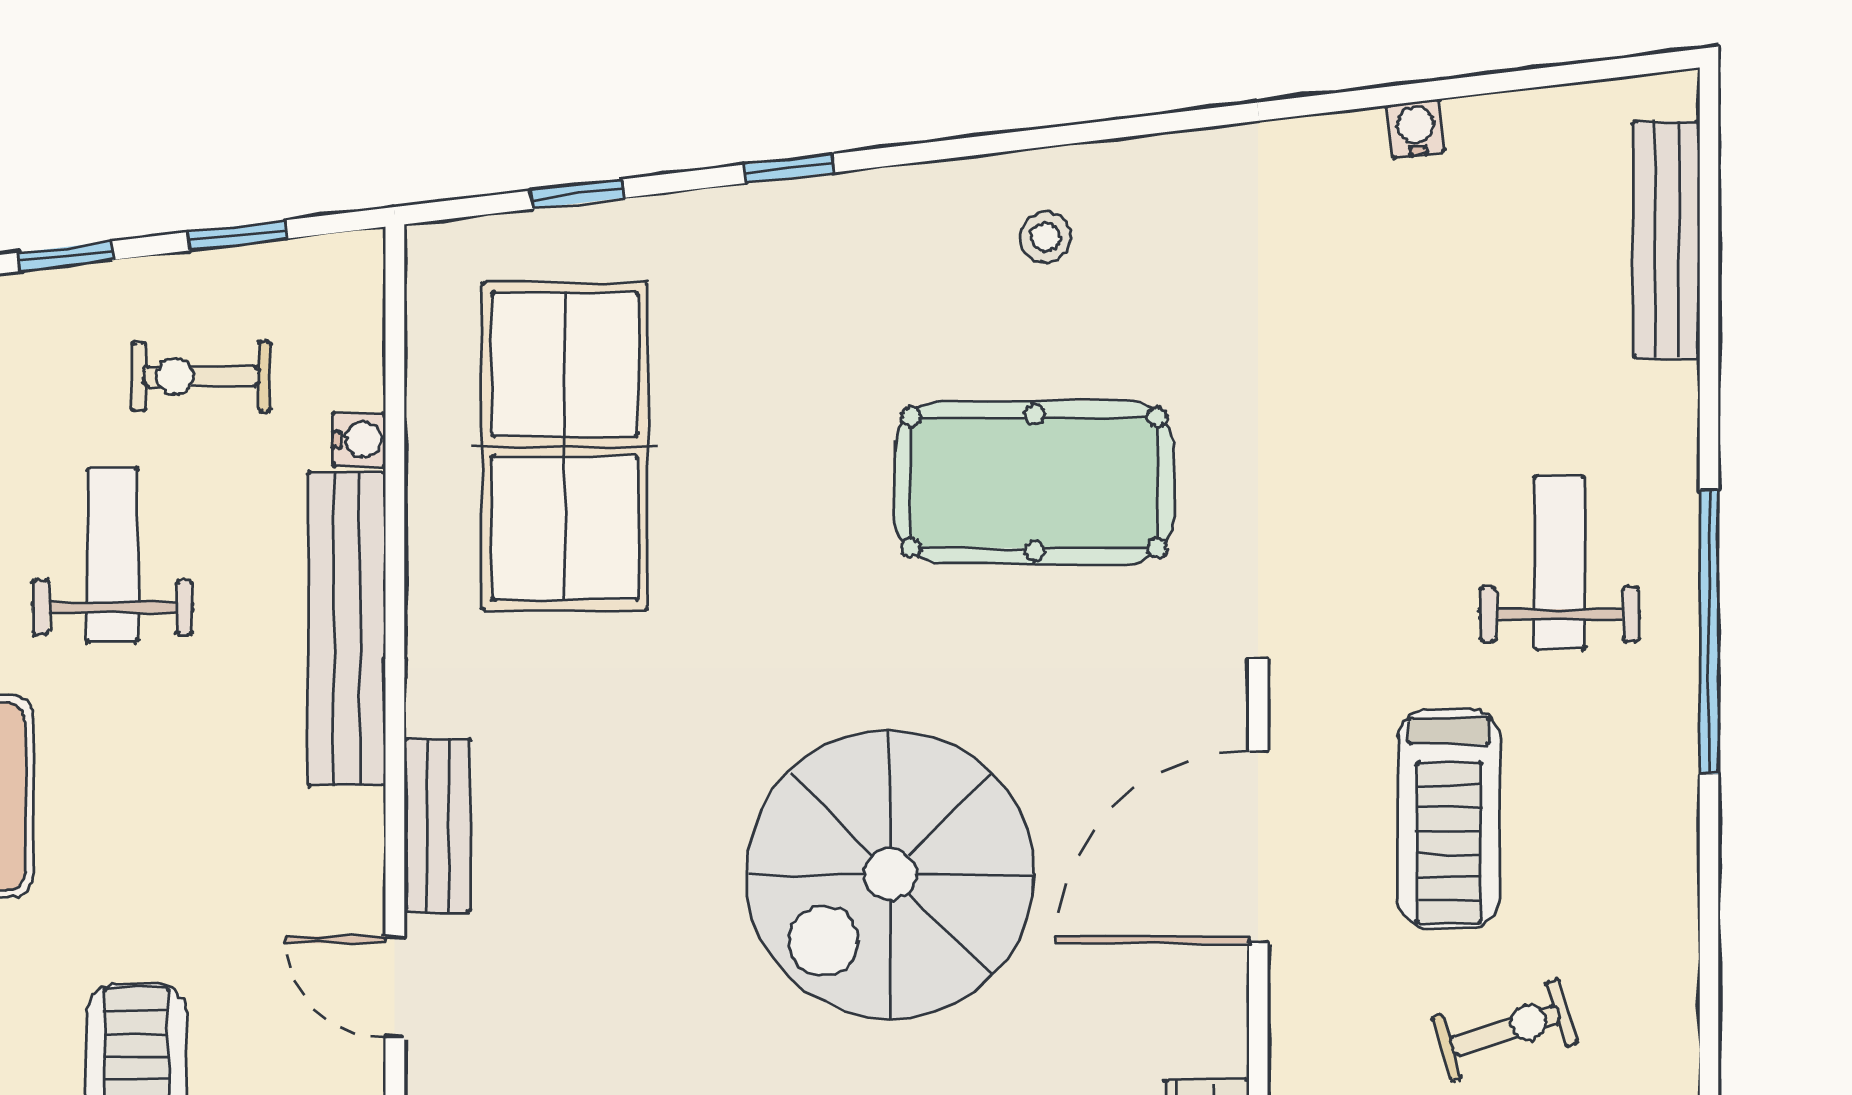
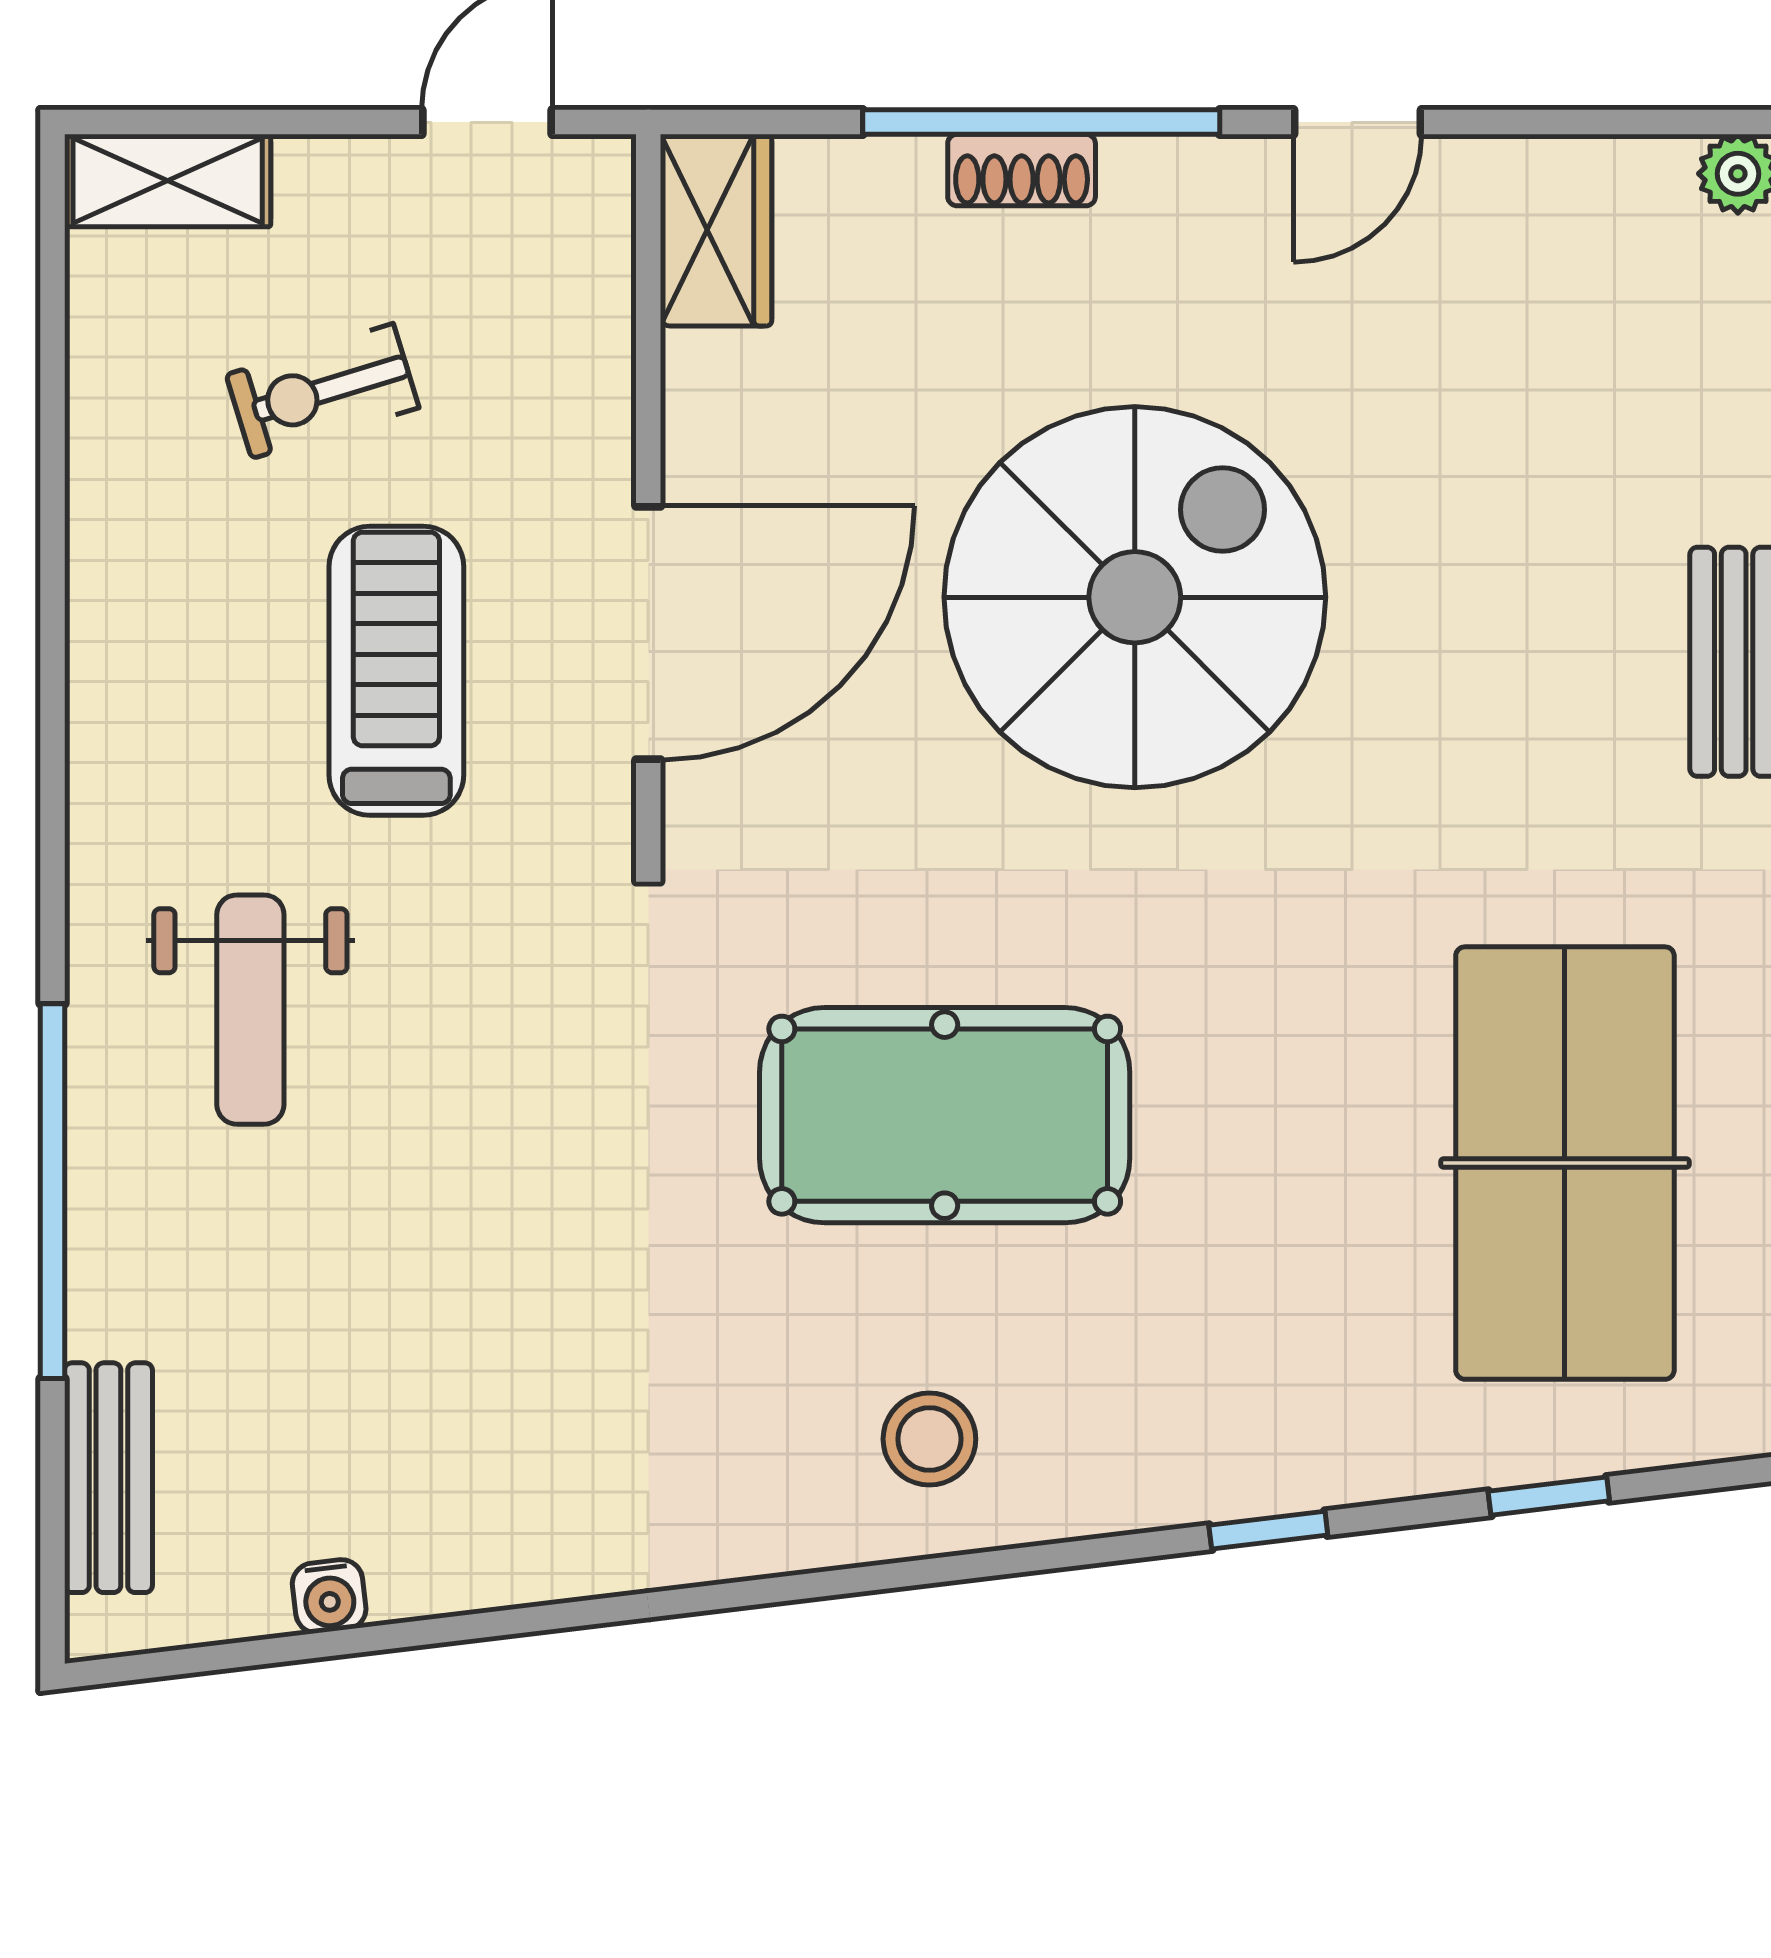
water cooler: (1416, 129) -> (329, 1596), moved
stool: (1046, 237) -> (929, 1439), width x1.37, depth x1.37
bench: (1667, 240) -> (108, 1478), width x0.73
window: (1709, 632) -> (52, 1191), moved

